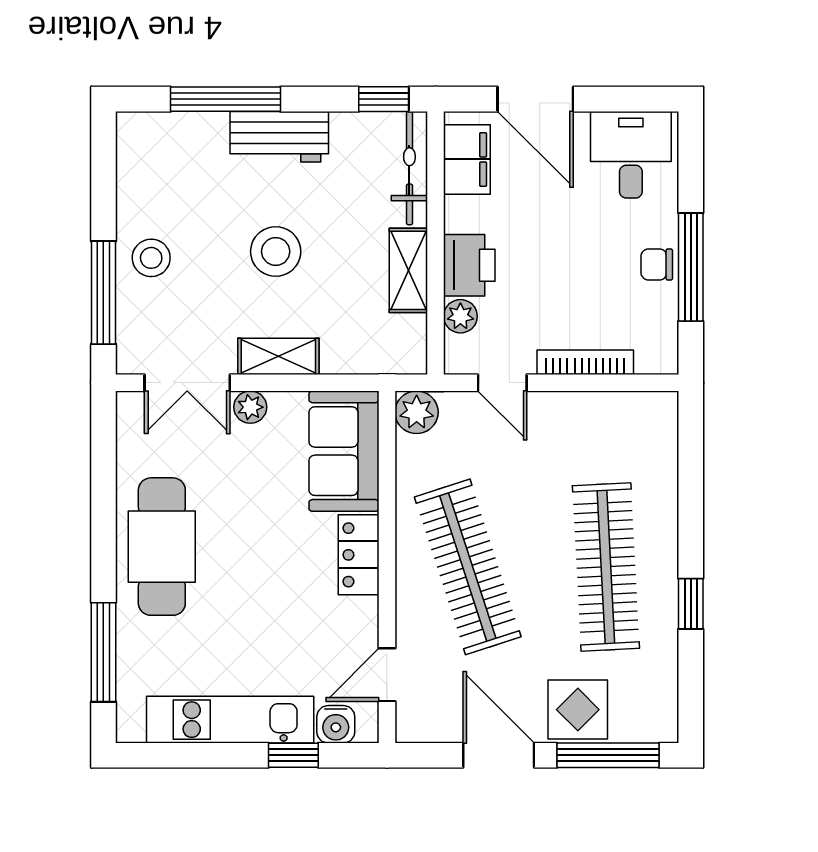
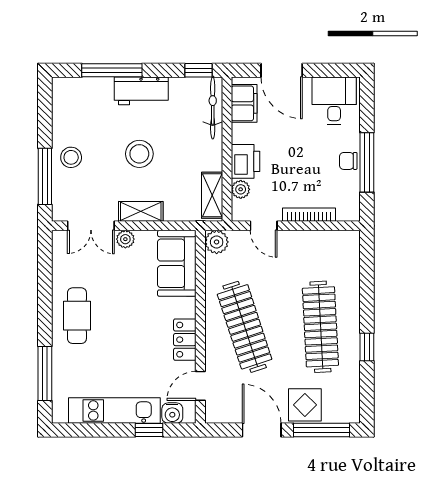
shelving: (408, 270) -> (212, 195), moved
cafe table: (162, 547) -> (77, 316), width x0.73, depth x0.74
locker: (359, 555) -> (185, 340), moved

